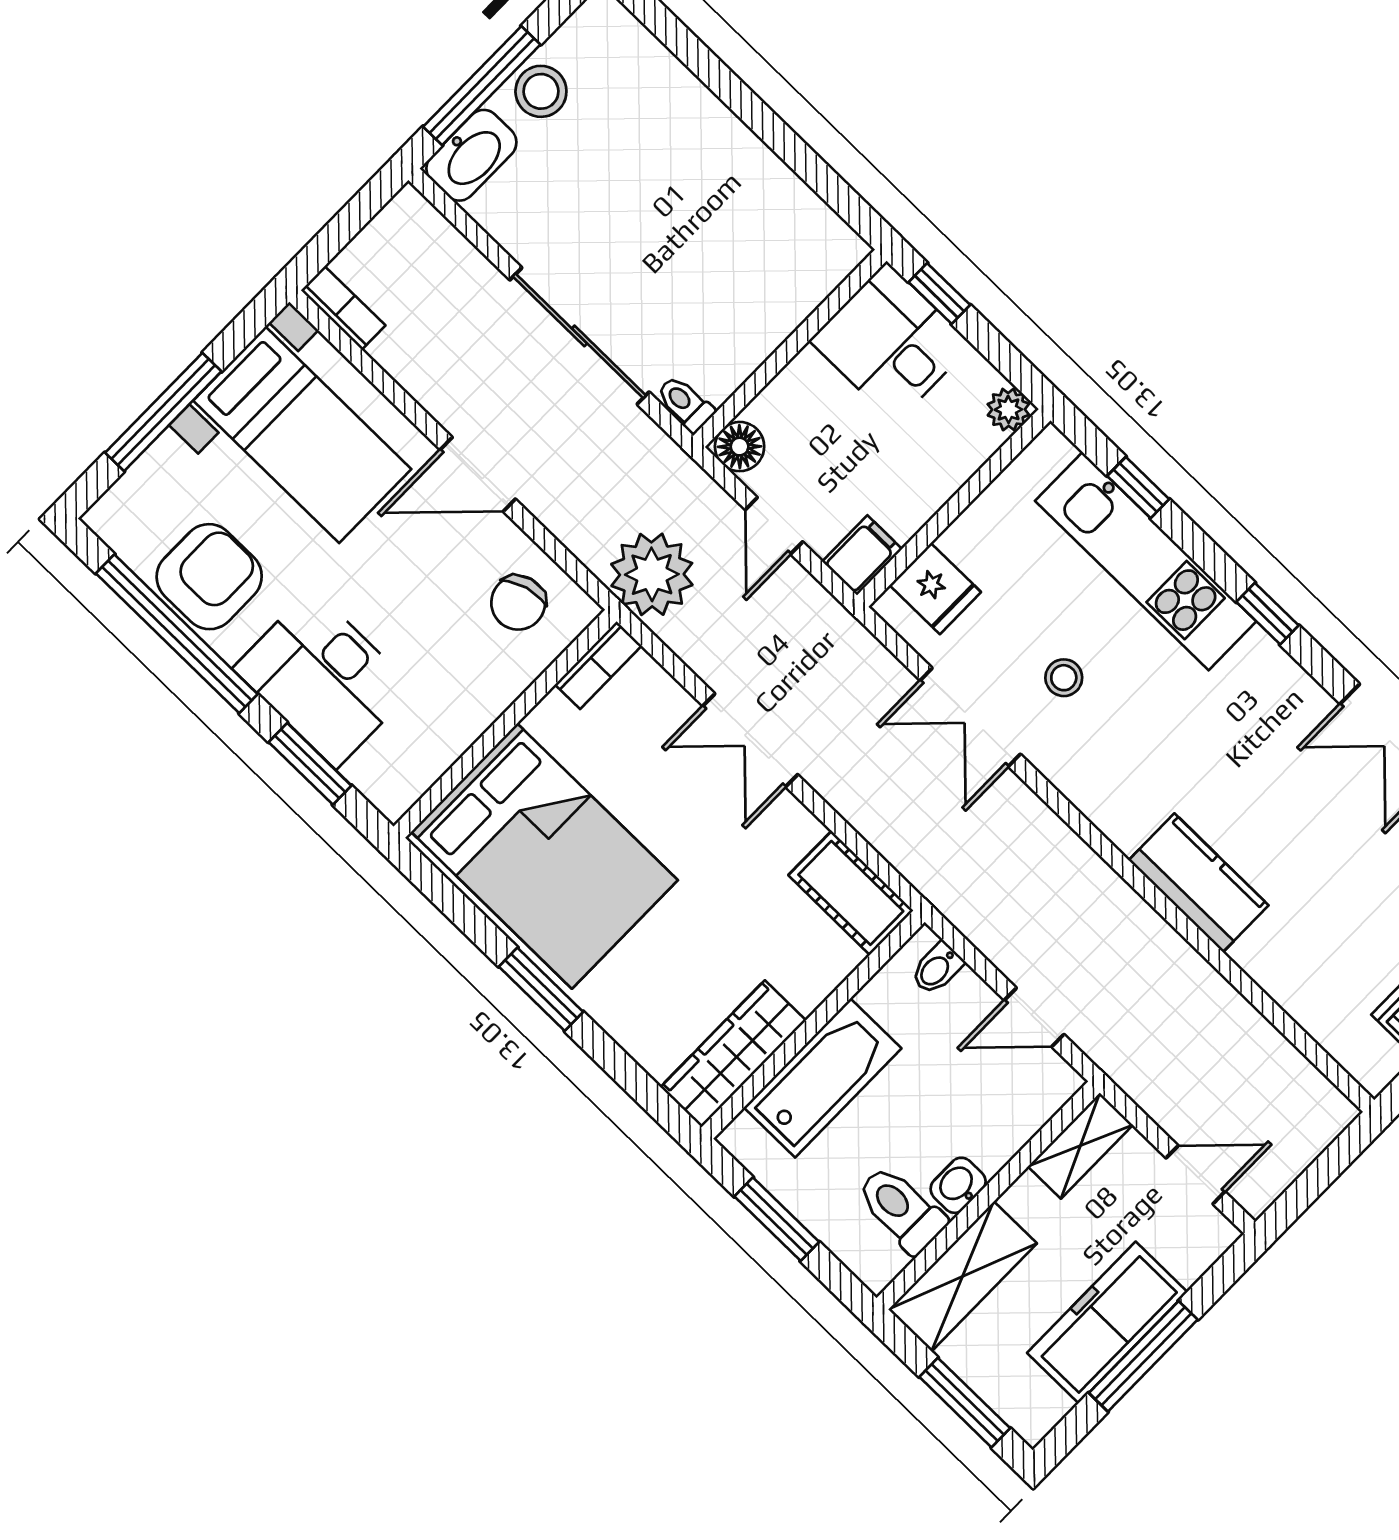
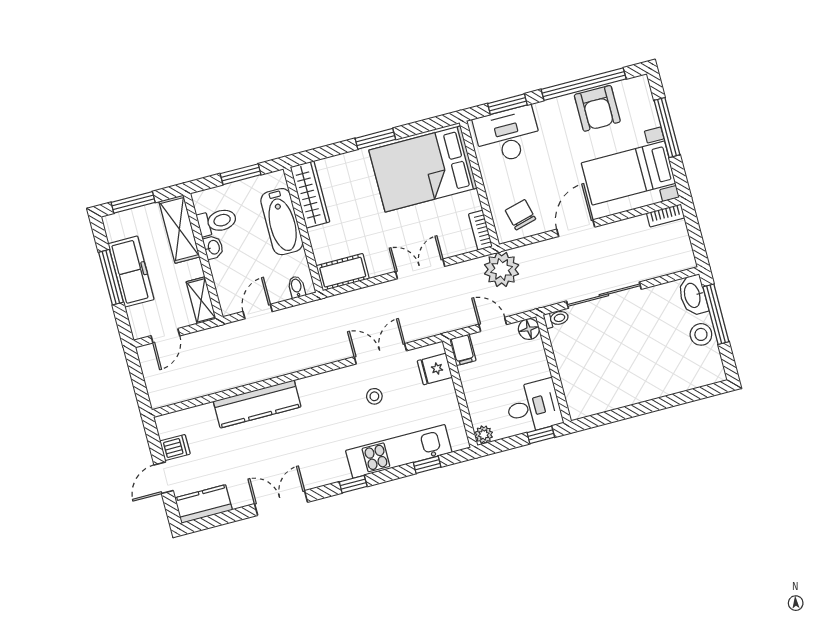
desk: (324, 678) -> (507, 135), moved
kitchen counter: (1199, 883) -> (257, 404), width x1.50

